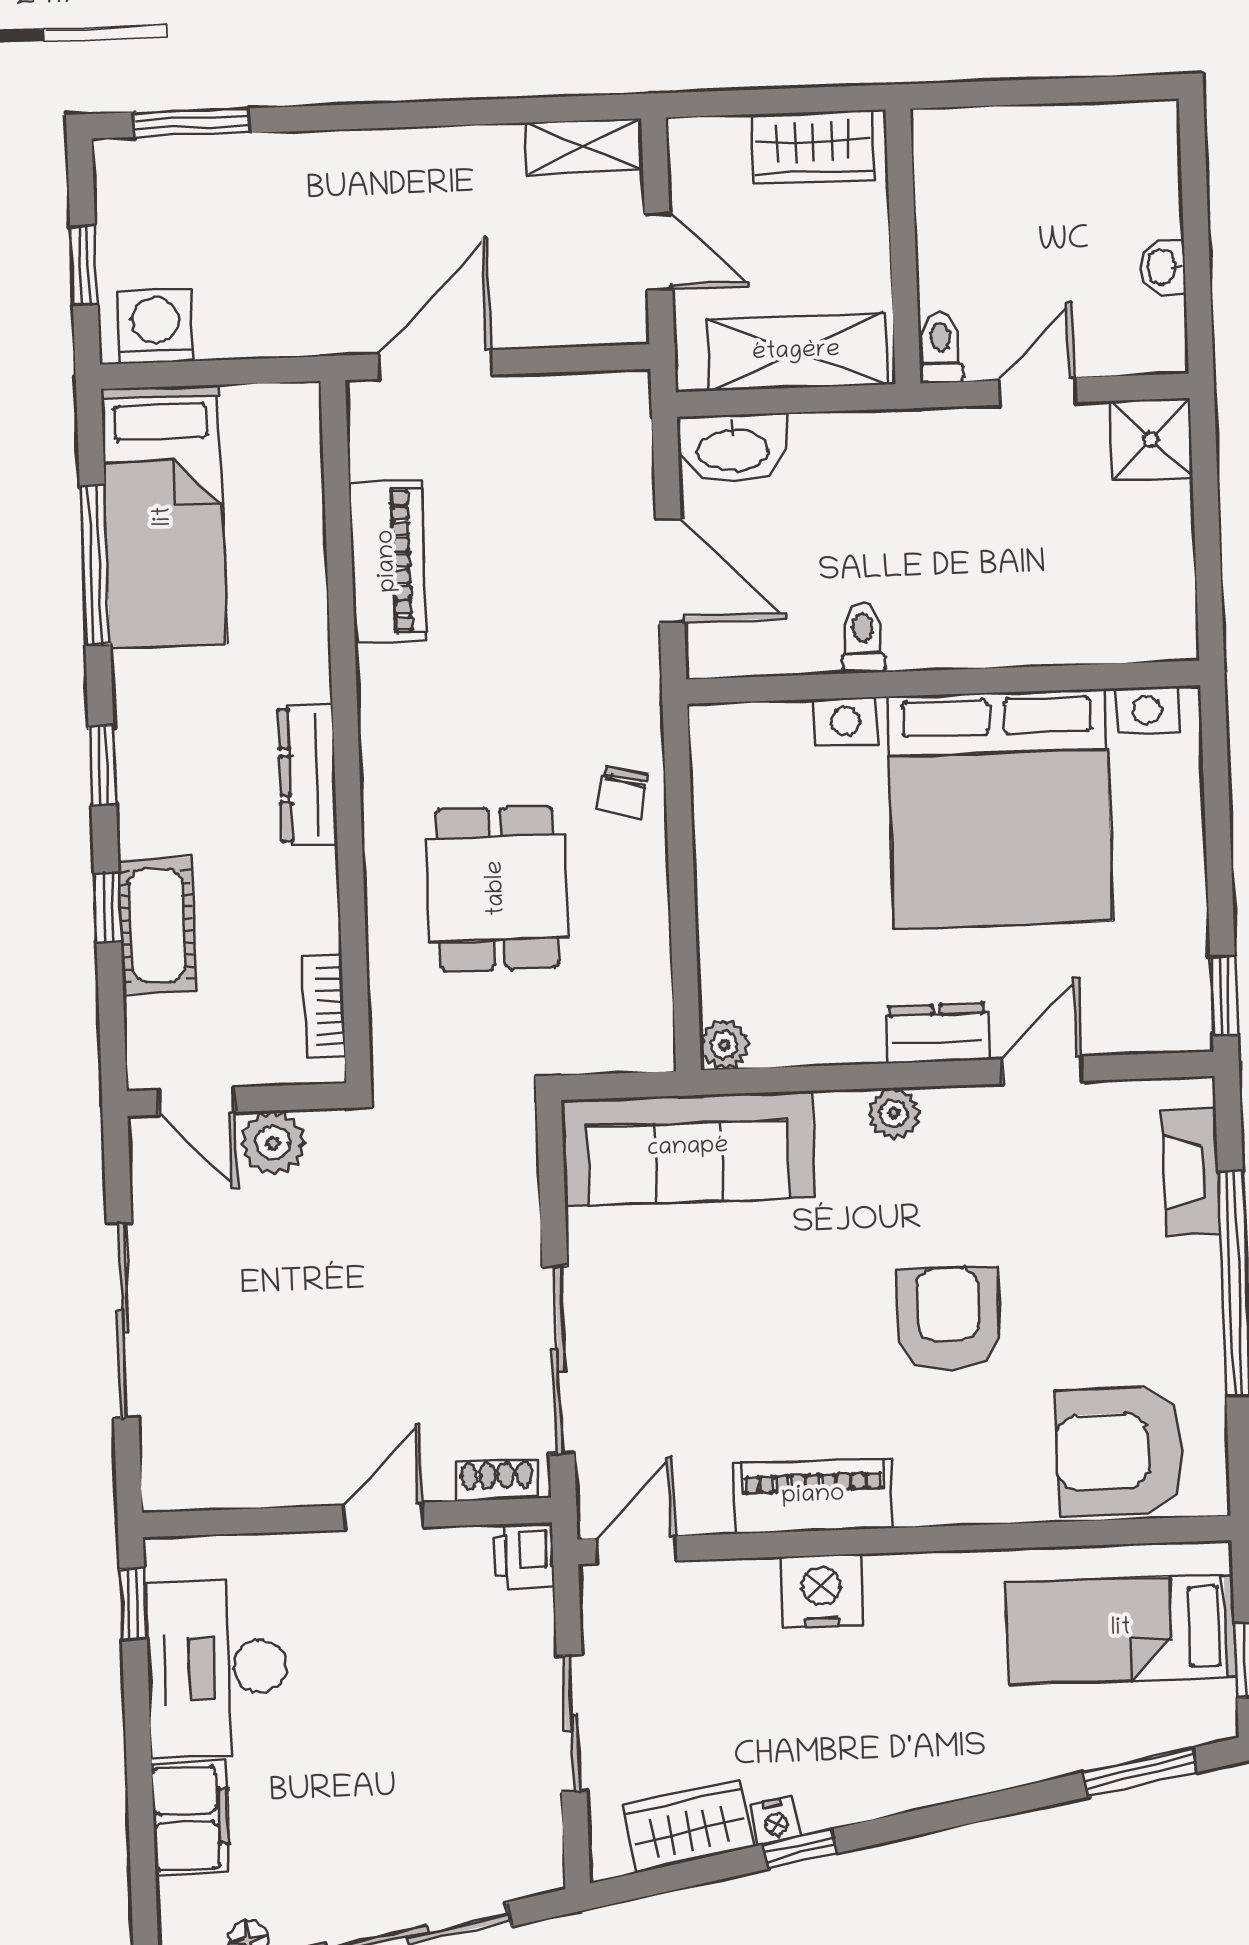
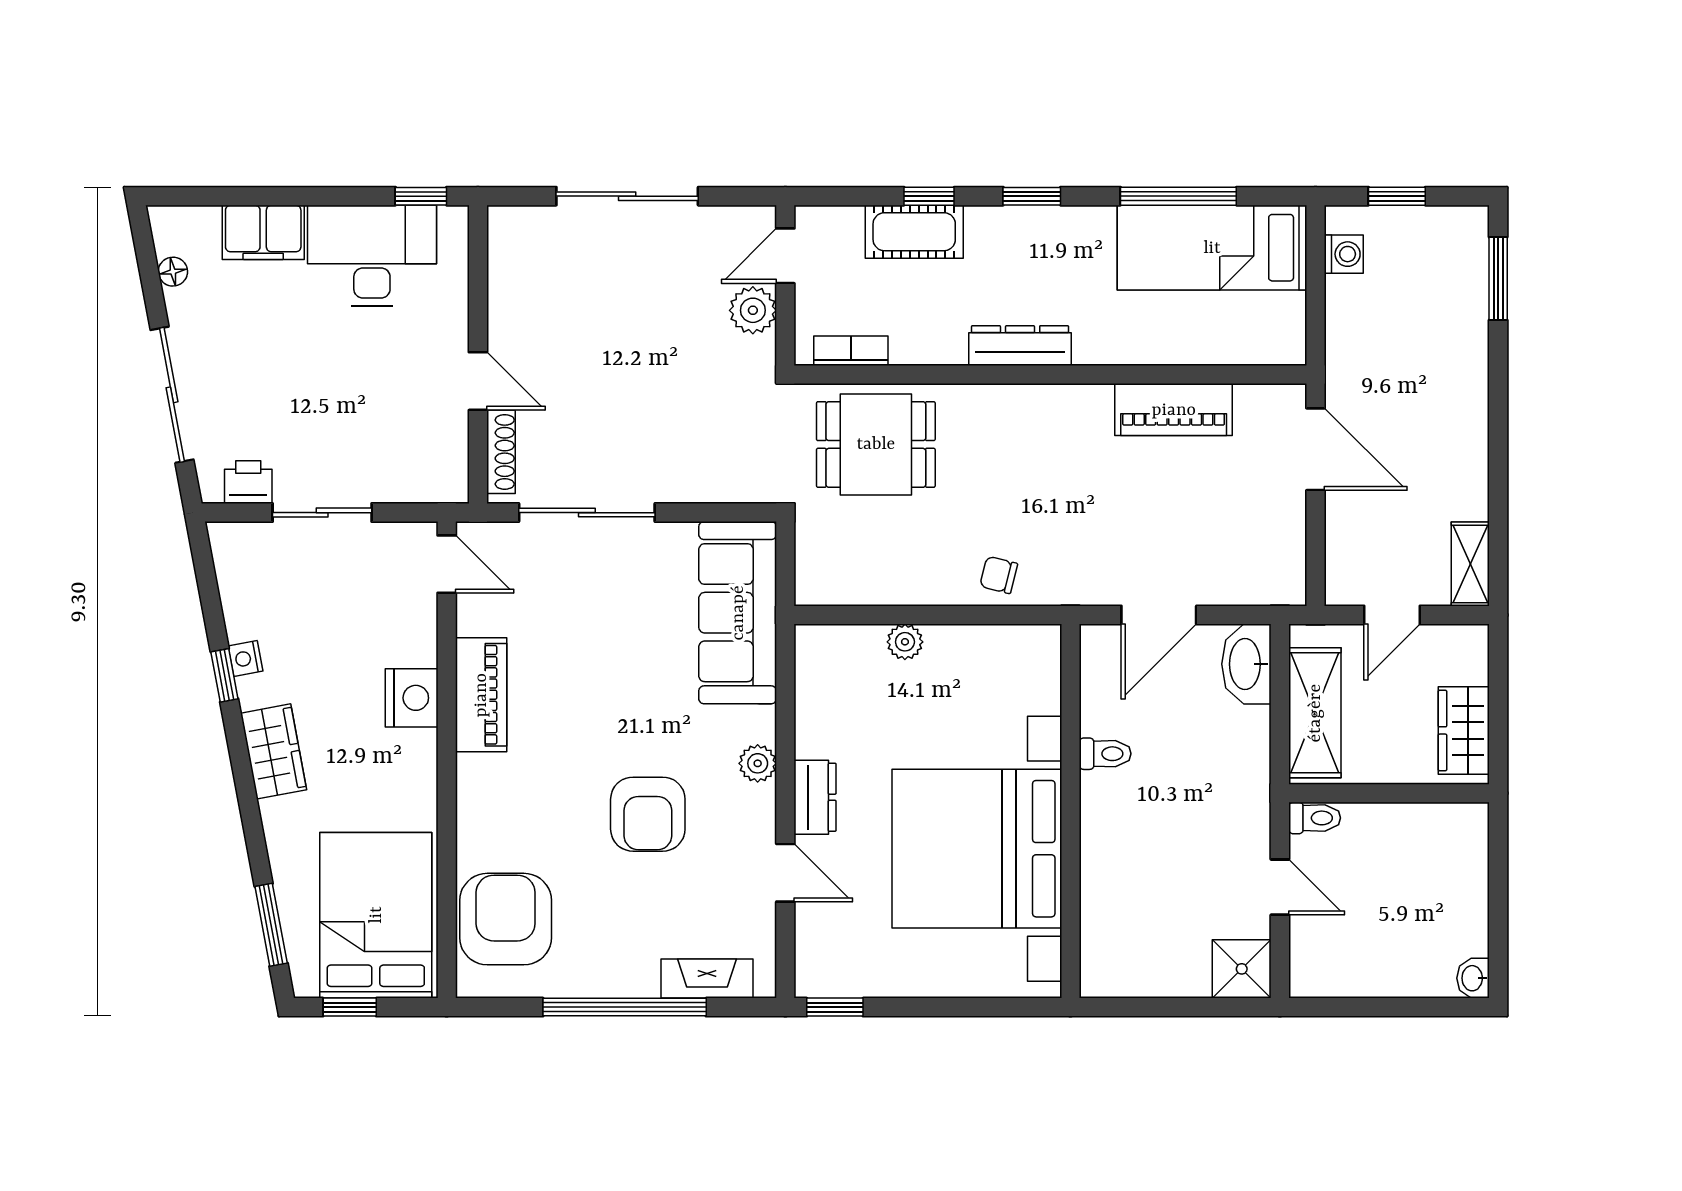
washbasin: (1163, 267) -> (1473, 978), moved, turned -90
washing machine: (156, 326) -> (1344, 254), width x0.73, depth x0.73
dining table: (497, 888) -> (876, 444), moved
plant: (724, 1045) -> (905, 642), moved
armchair: (949, 1319) -> (648, 814), moved, turned 90
shoe rack: (497, 1480) -> (501, 452), width x1.43
printer: (524, 1556) -> (248, 482), moved
bed: (1121, 1629) -> (376, 915), width x1.50
wardrobe: (688, 1826) -> (274, 751), moved

